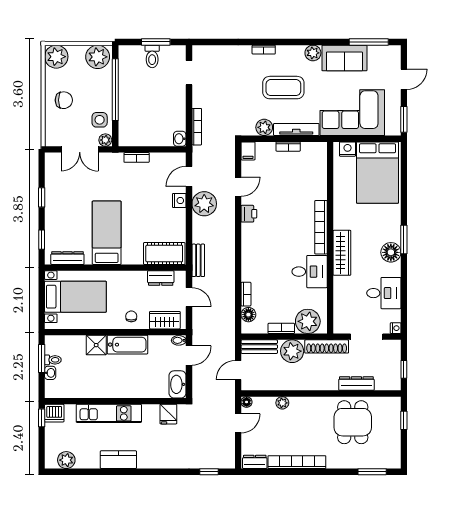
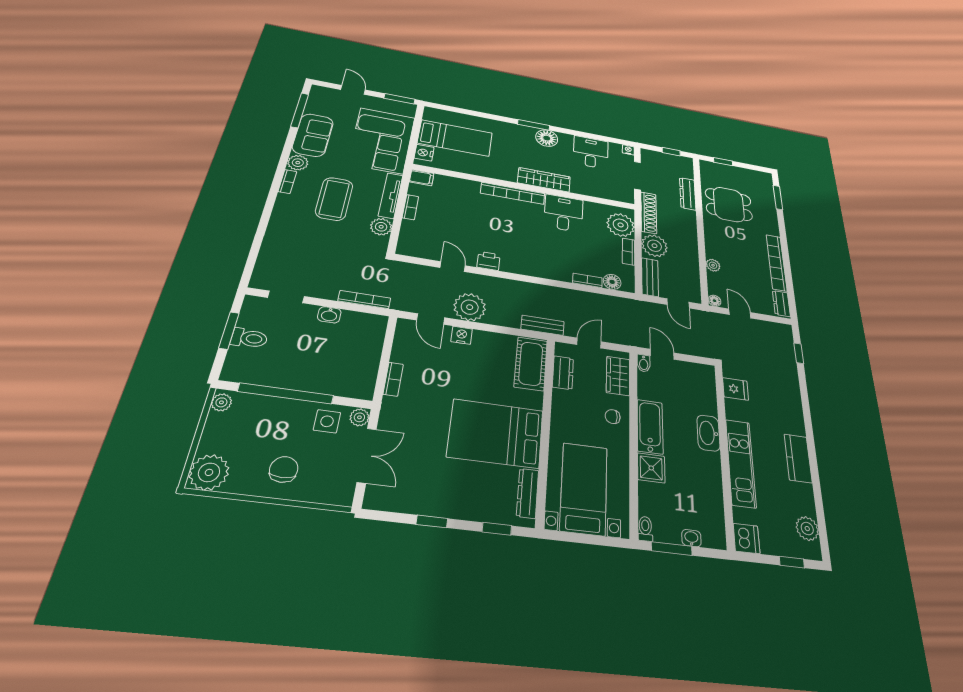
bookcase: (264, 50) -> (287, 181), moved
plant: (98, 57) -> (221, 402), width x0.53, depth x0.53
washbasin: (180, 139) -> (329, 315), moved
filing cabinet: (248, 151) -> (422, 178), moved
bed: (378, 173) -> (455, 138), width x0.67
bed: (107, 233) -> (496, 433), width x1.50
toilet: (53, 360) -> (645, 529), moved
washbasin: (178, 384) -> (708, 433), moved, turned 90
window: (42, 418) -> (792, 562), moved

